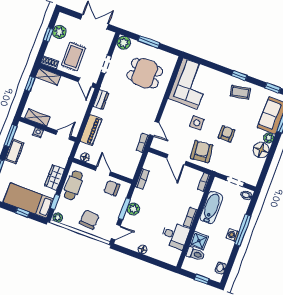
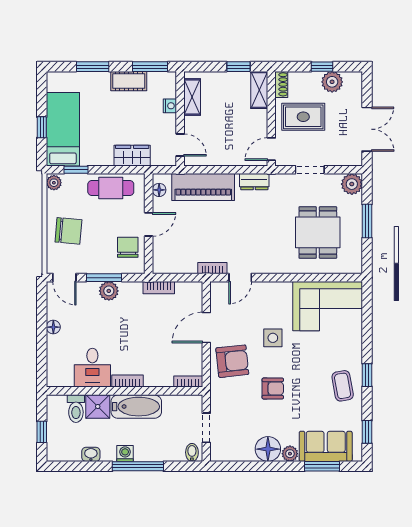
piano: (91, 130) -> (203, 187), width x1.37, depth x1.33
wardrobe: (55, 177) -> (132, 156), moved
bathtub: (211, 208) -> (136, 407), moved
washbasin: (221, 268) -> (91, 454), moved

